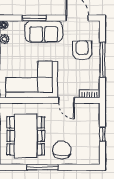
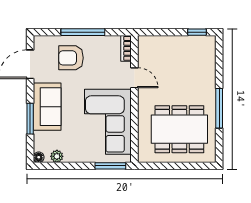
door: (66, 100) -> (134, 78), hinge flipped
window: (102, 134) -> (197, 32), moved
chair: (62, 150) -> (197, 84), removed

